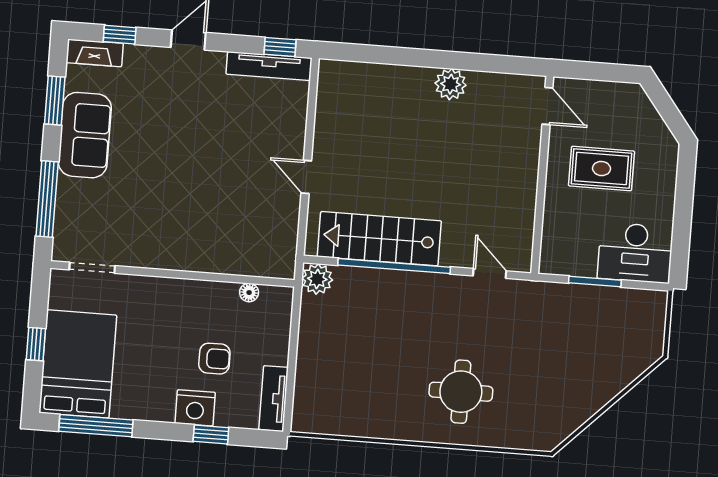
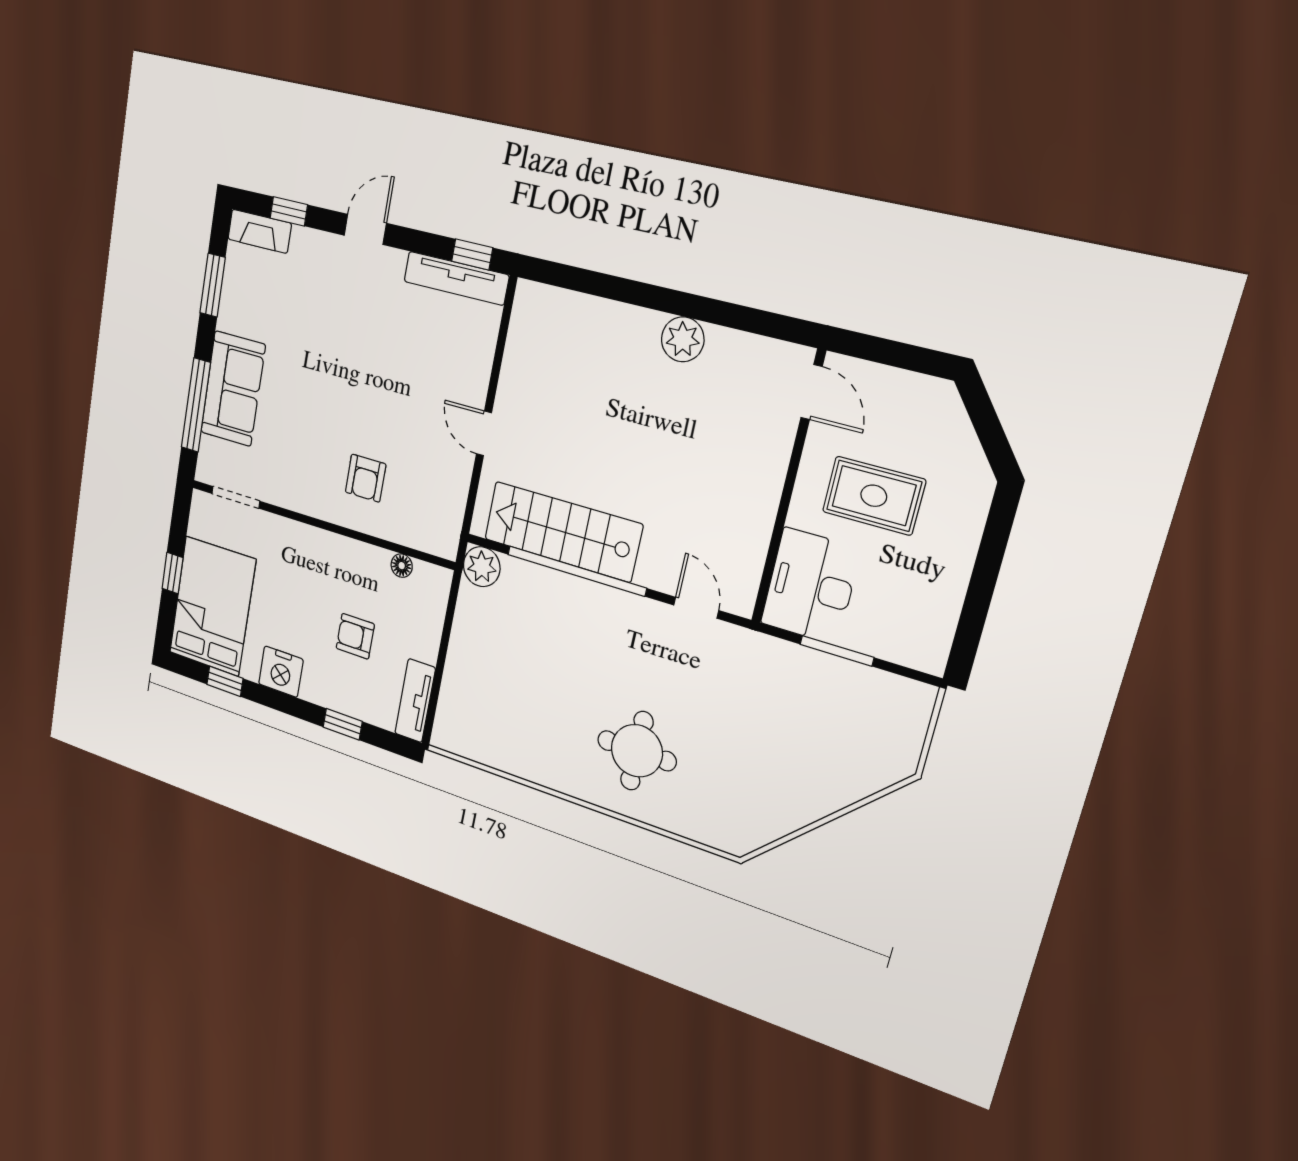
sofa: (85, 135) -> (233, 389), moved
armchair: (210, 230) -> (366, 478), added
desk: (635, 253) -> (810, 586), moved, turned 90
armchair: (214, 359) -> (355, 636), turned 180
nightstand: (195, 408) -> (281, 672), moved
window: (96, 426) -> (225, 681), width x0.46

